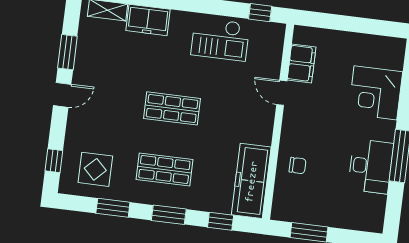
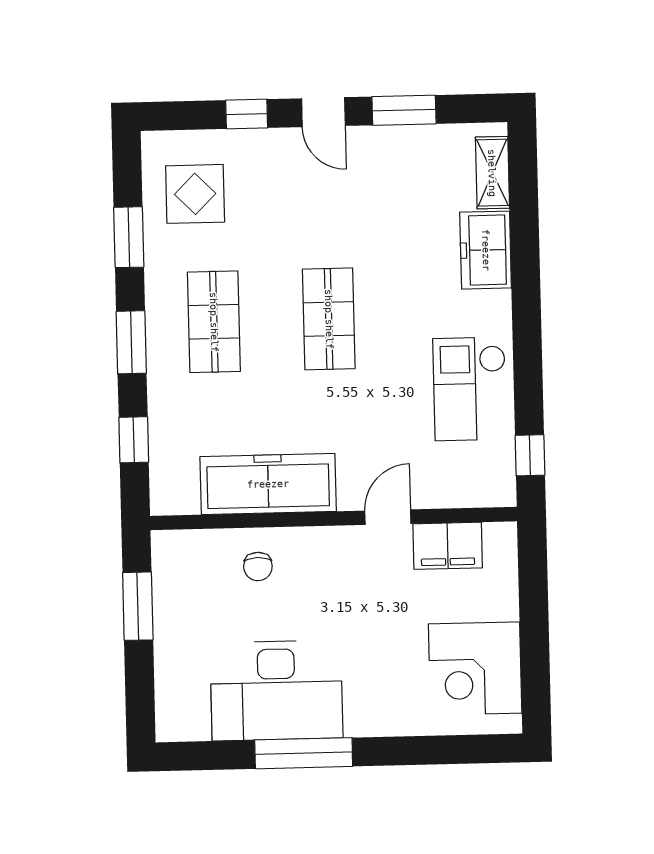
corner desk: (375, 93) -> (475, 669), moved, turned -90
window: (54, 161) -> (247, 114), moved
desk: (371, 166) -> (276, 690), width x1.36, depth x1.30
freezer: (251, 181) -> (268, 484), moved

